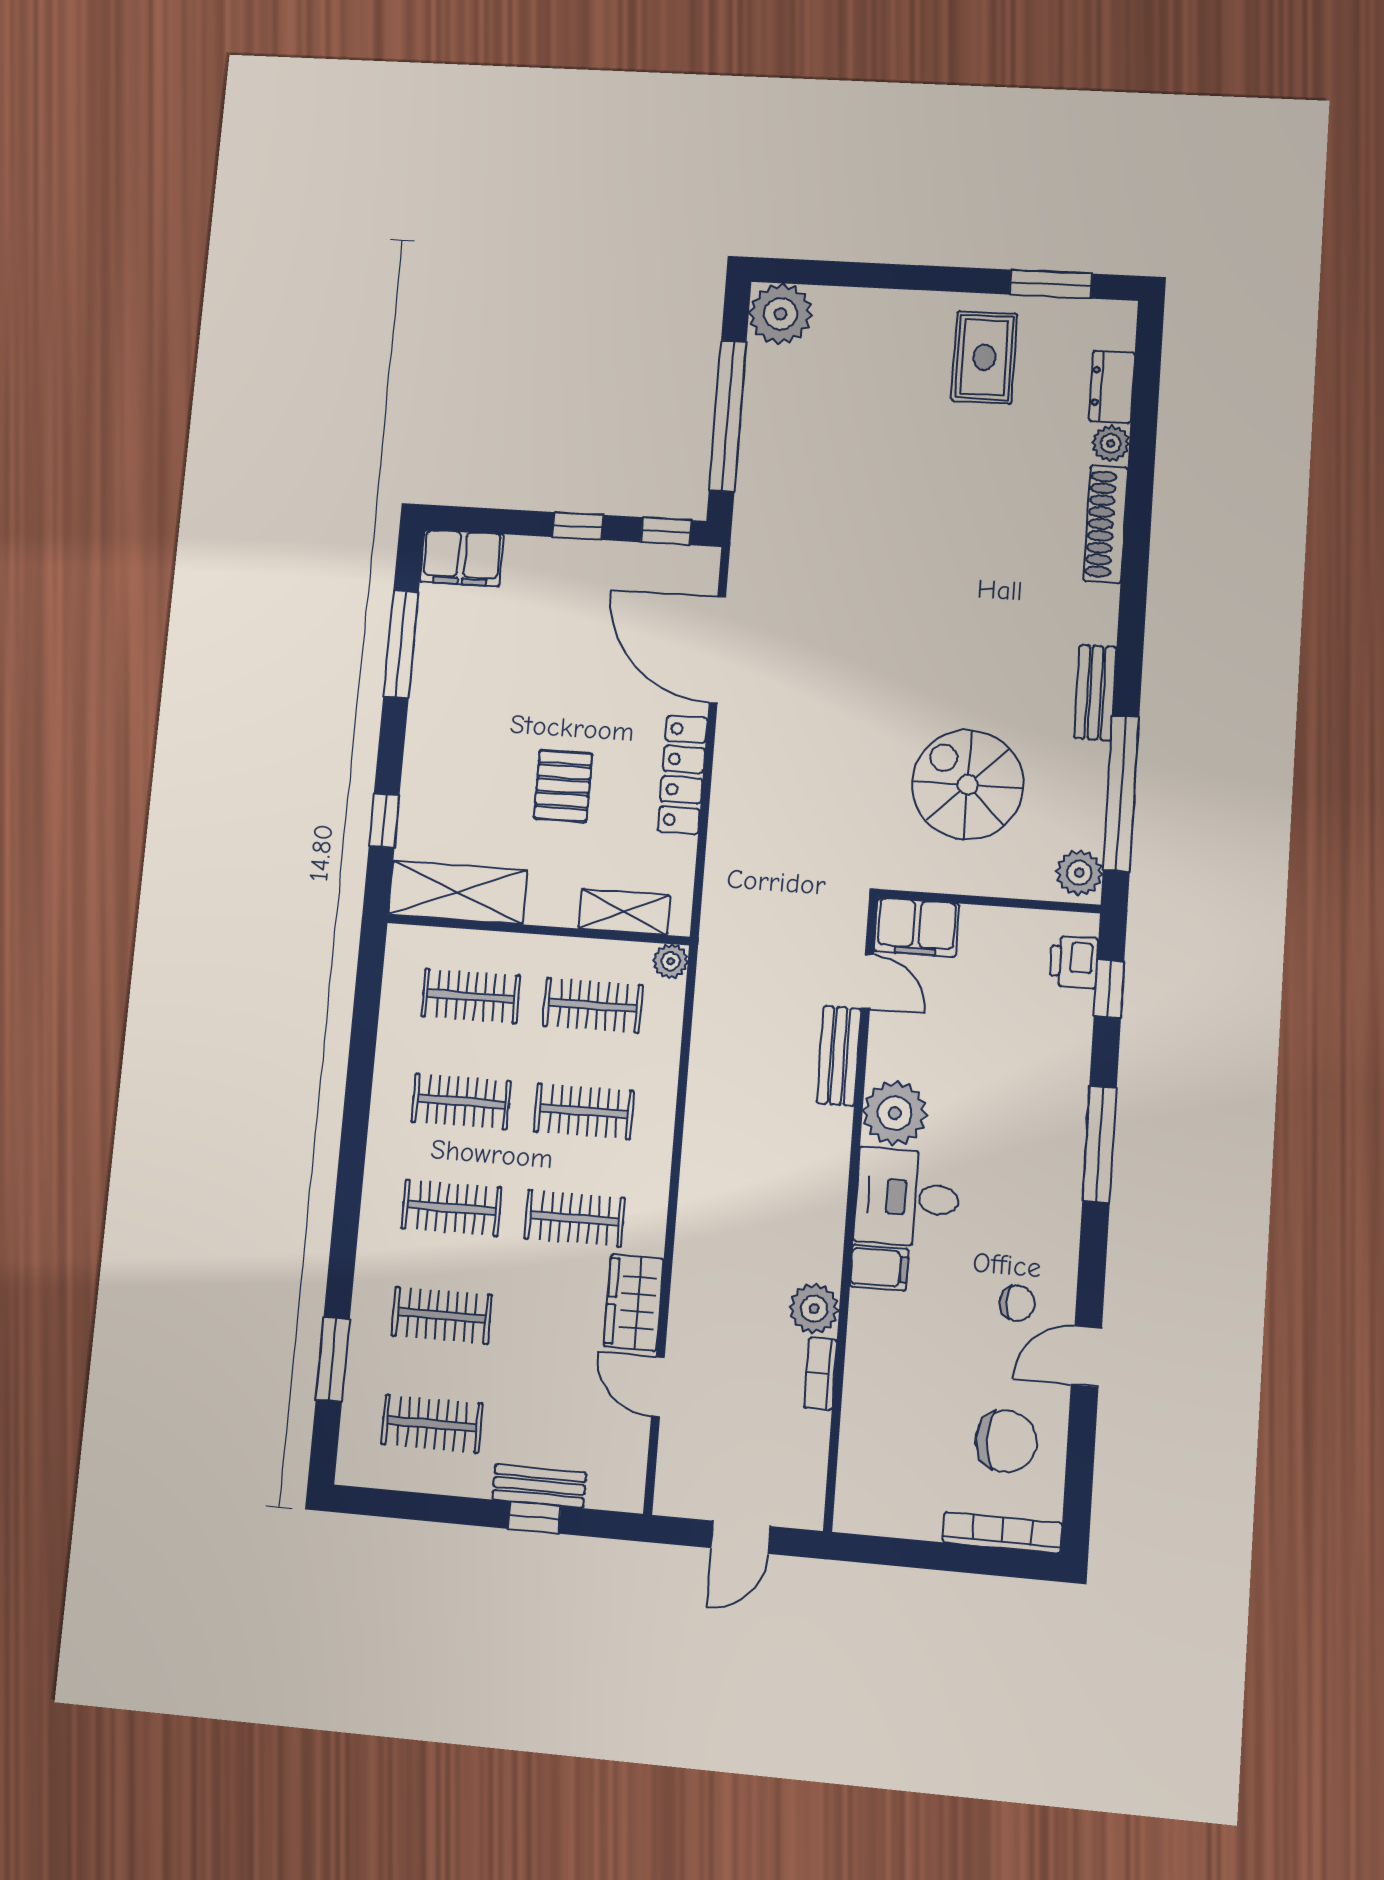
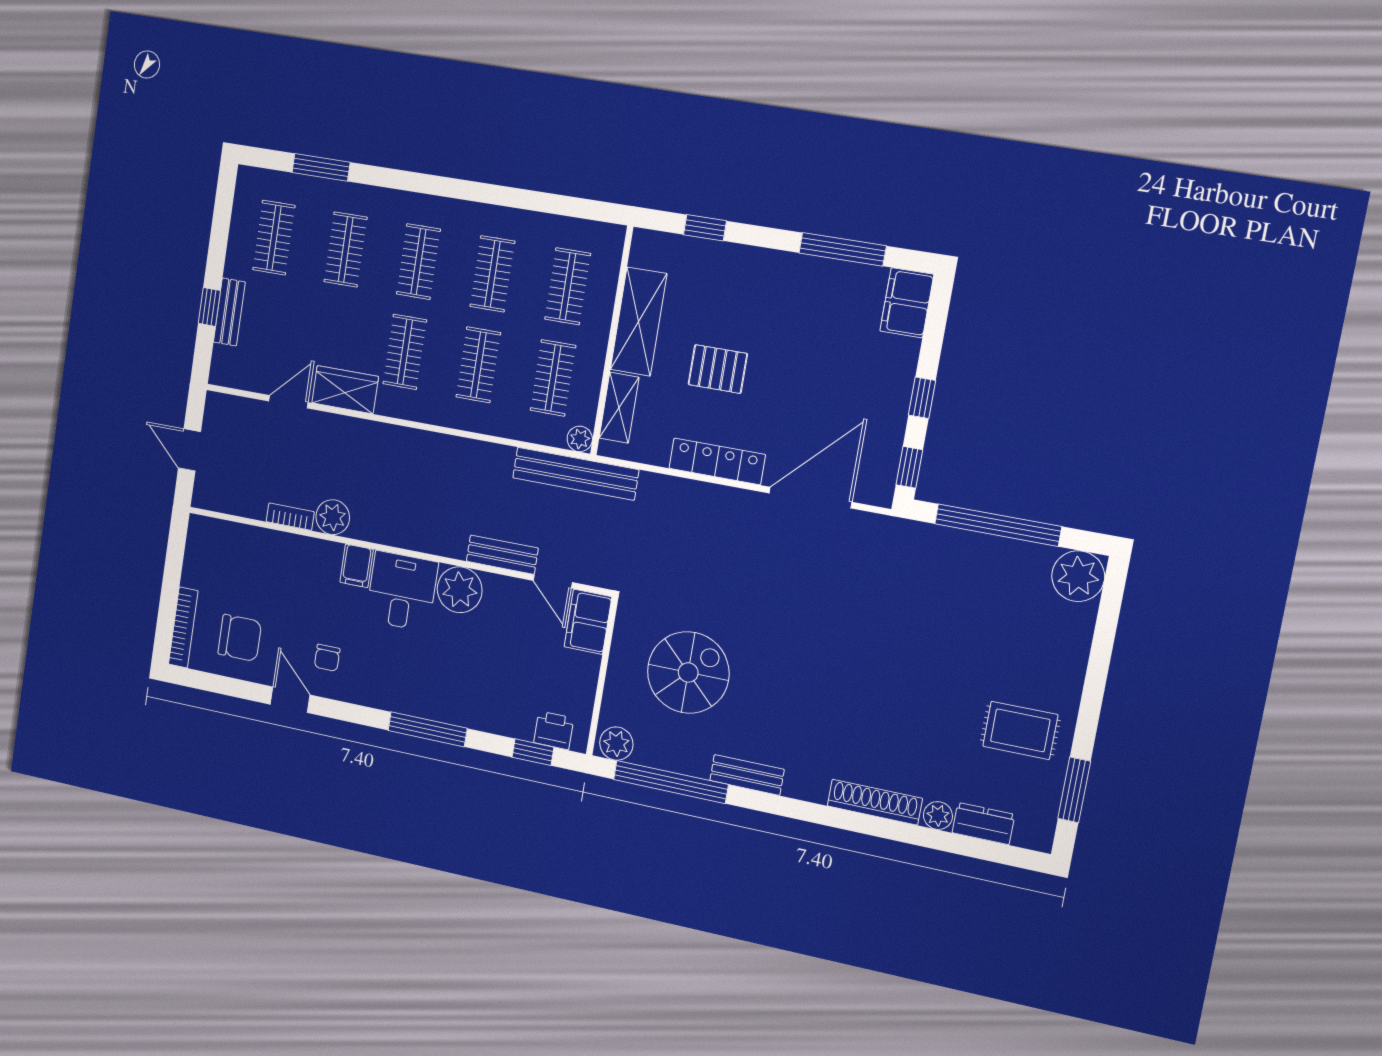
shelving: (458, 892) -> (639, 322), moved
bench: (718, 963) -> (576, 474), added
door: (867, 982) -> (553, 582), hinge flipped
chair: (1006, 1441) -> (240, 638), turned -90

